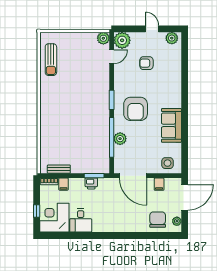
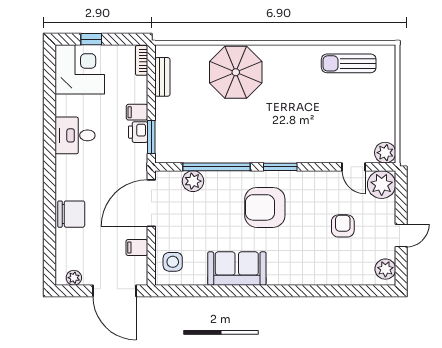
parasol: (56, 126) -> (236, 72), added
plant: (120, 139) -> (193, 181), moved
filing cabinet: (64, 184) -> (137, 112), moved
desk: (81, 220) -> (75, 135), moved
chair: (158, 220) -> (71, 214), moved

